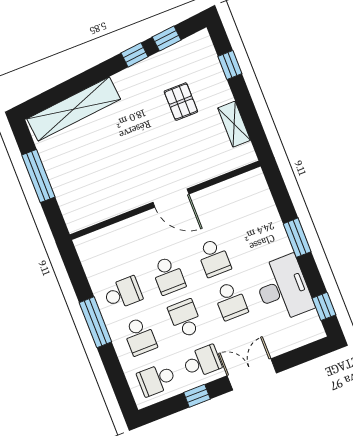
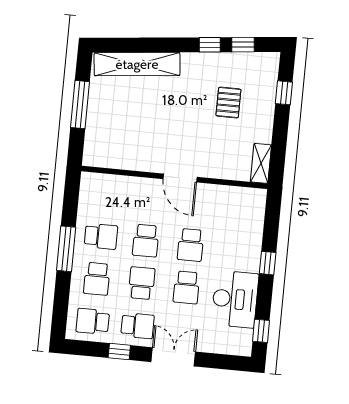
shelving: (234, 124) -> (261, 163), moved
window: (297, 238) -> (268, 263), width x0.67

